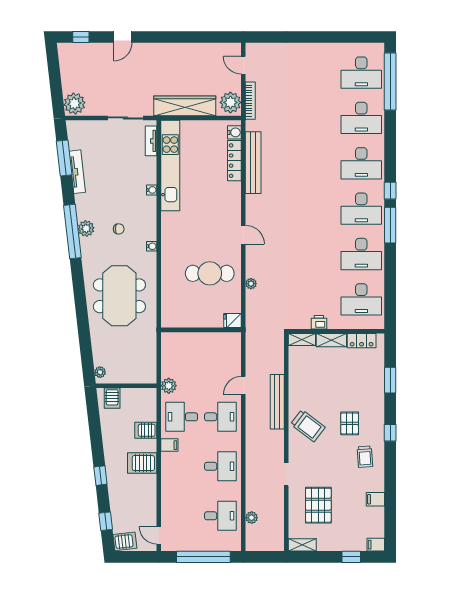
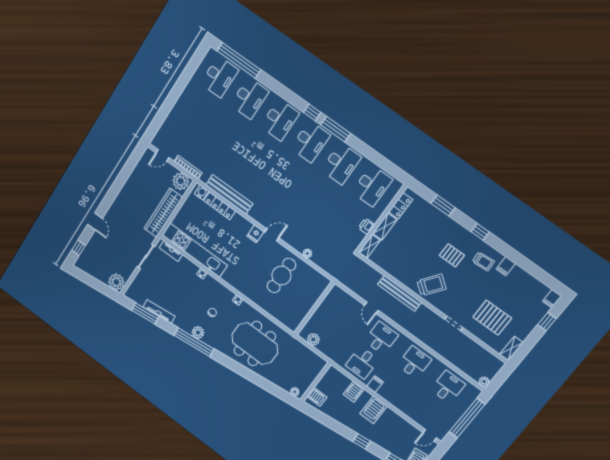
fridge: (233, 320) -> (255, 234), moved
plant: (169, 386) -> (313, 339), moved
filing cabinet: (375, 499) -> (506, 266), moved
plant: (252, 518) -> (484, 382), moved

